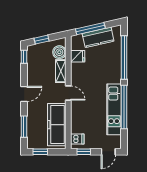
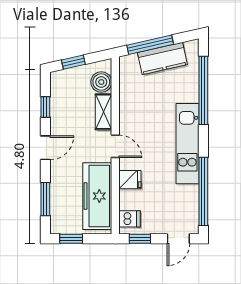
fridge: (78, 56) -> (130, 180), moved
window: (24, 57) -> (45, 107), moved
window: (124, 107) -> (203, 191), moved
kitchen unit: (114, 109) -> (187, 144), moved

